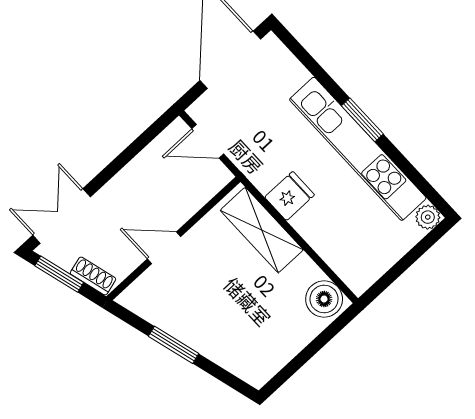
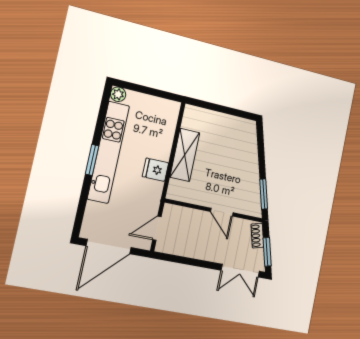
door: (208, 141) -> (157, 228), swing flipped
shelving: (262, 230) -> (185, 155), moved
boiler: (324, 299) -> (193, 119), removed
window: (174, 345) -> (264, 194), moved

